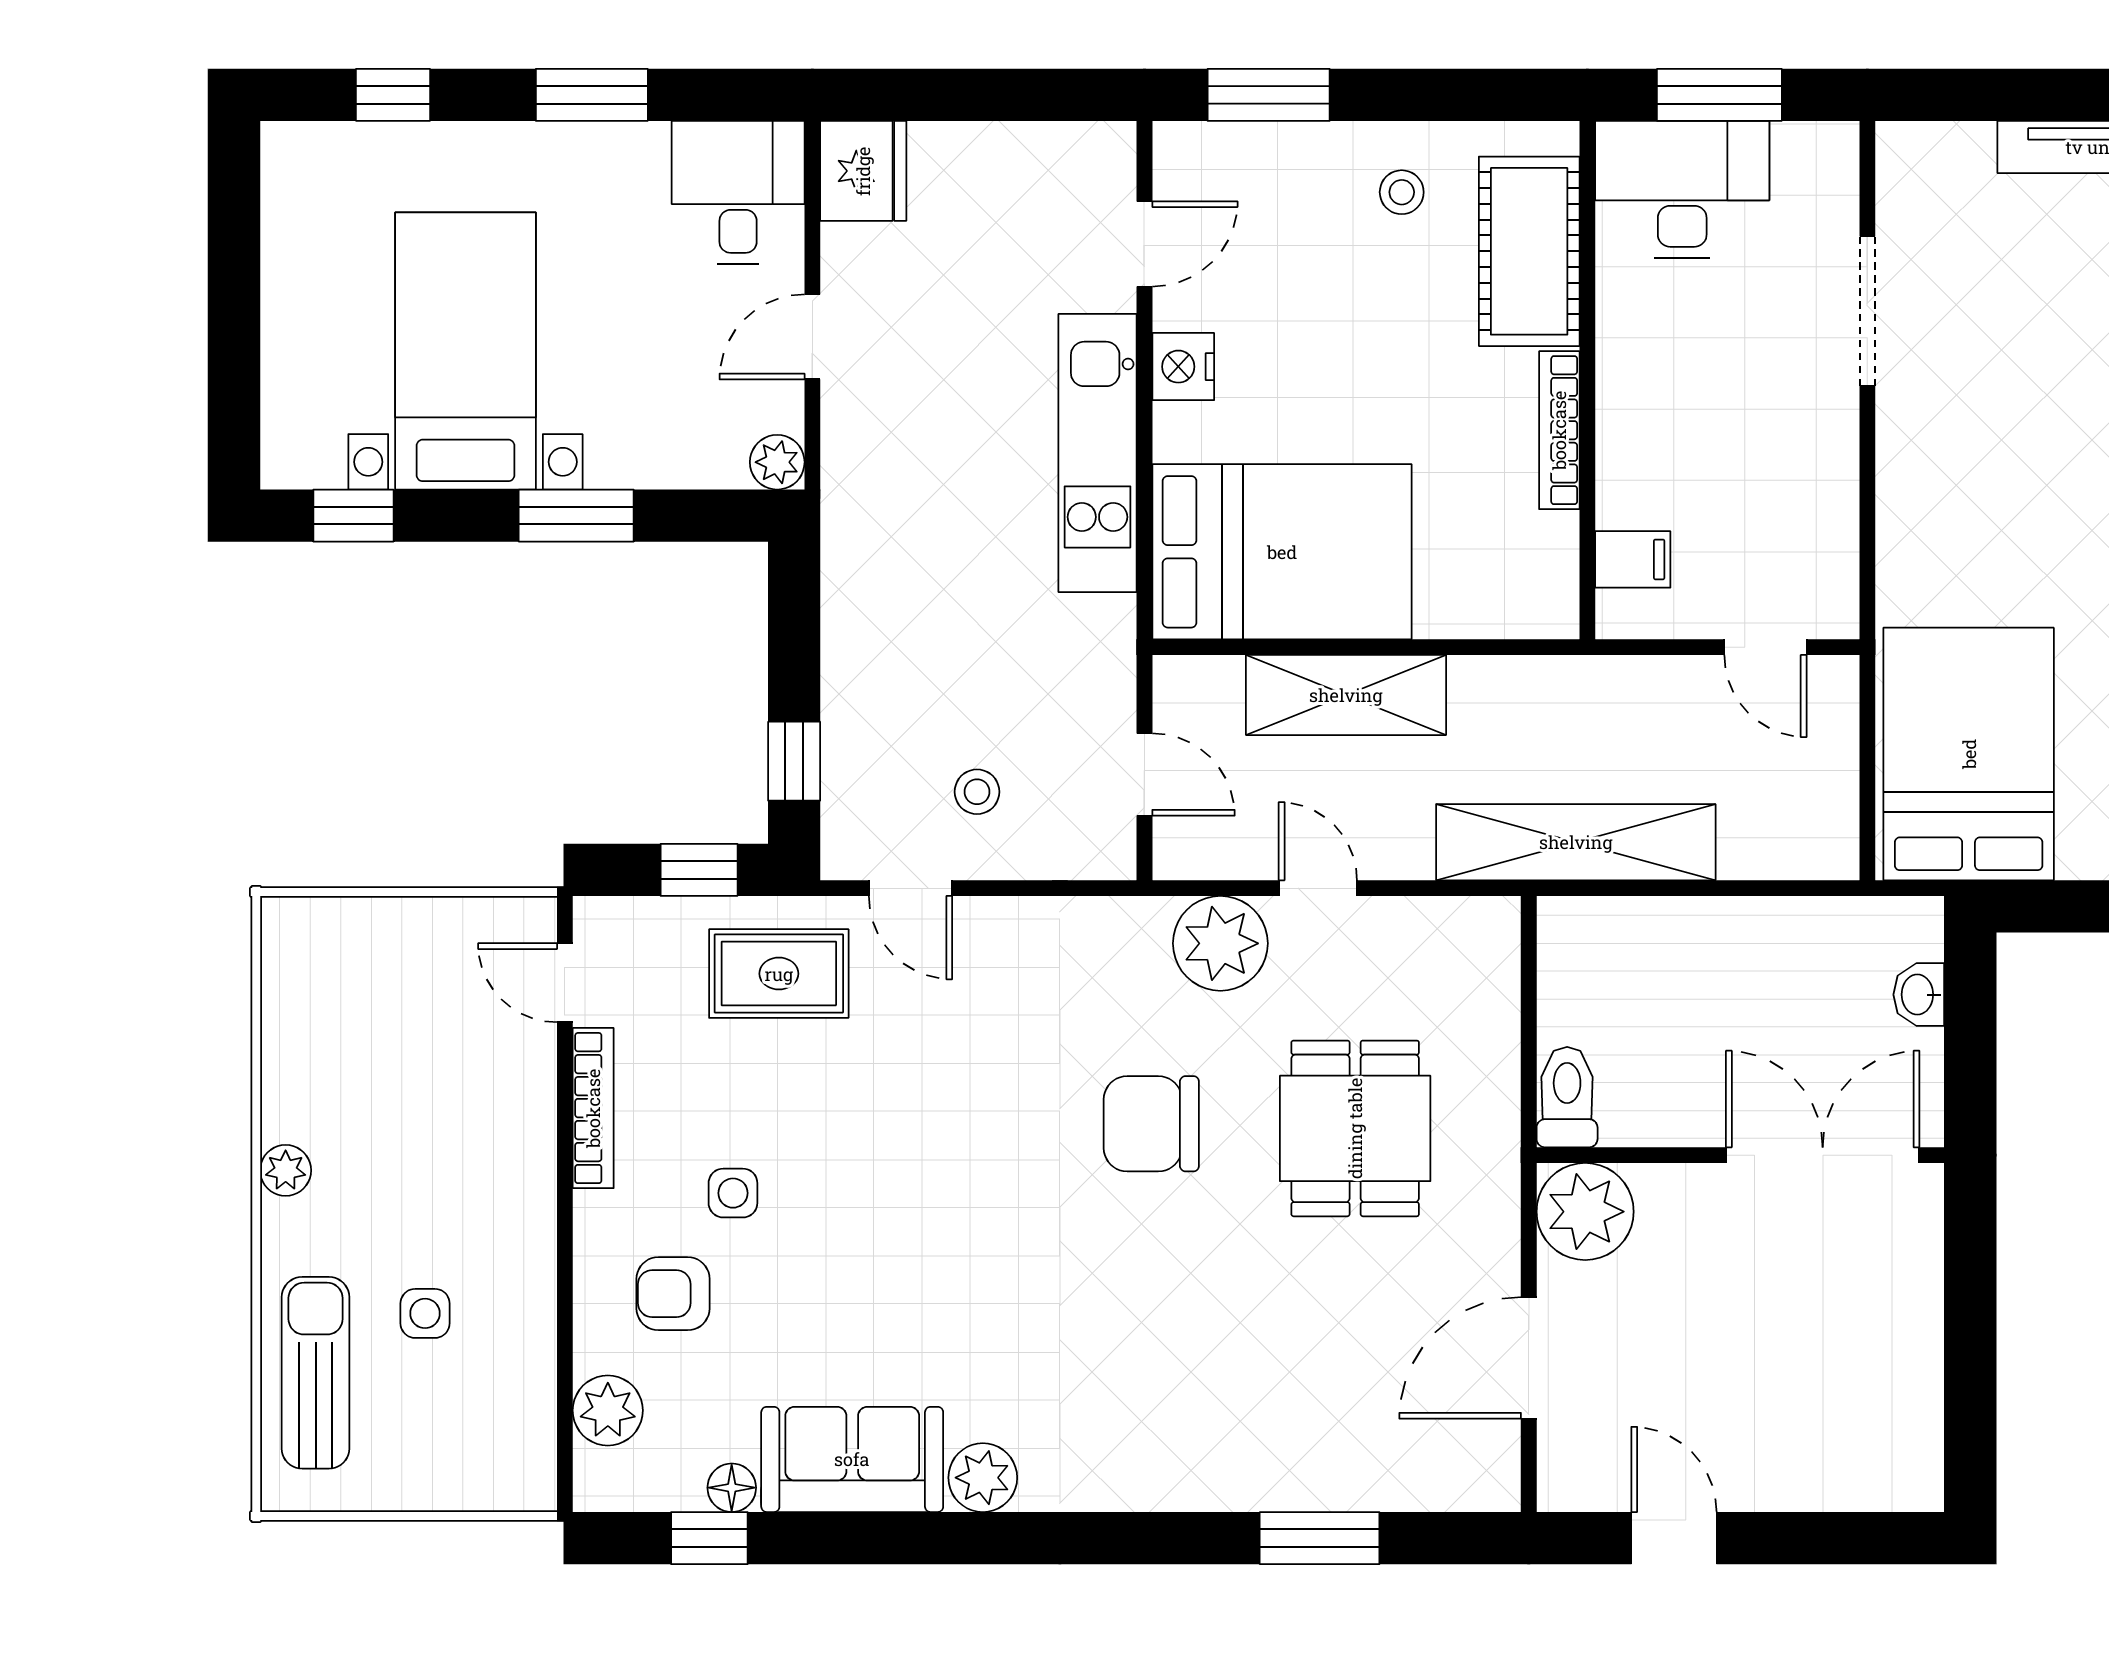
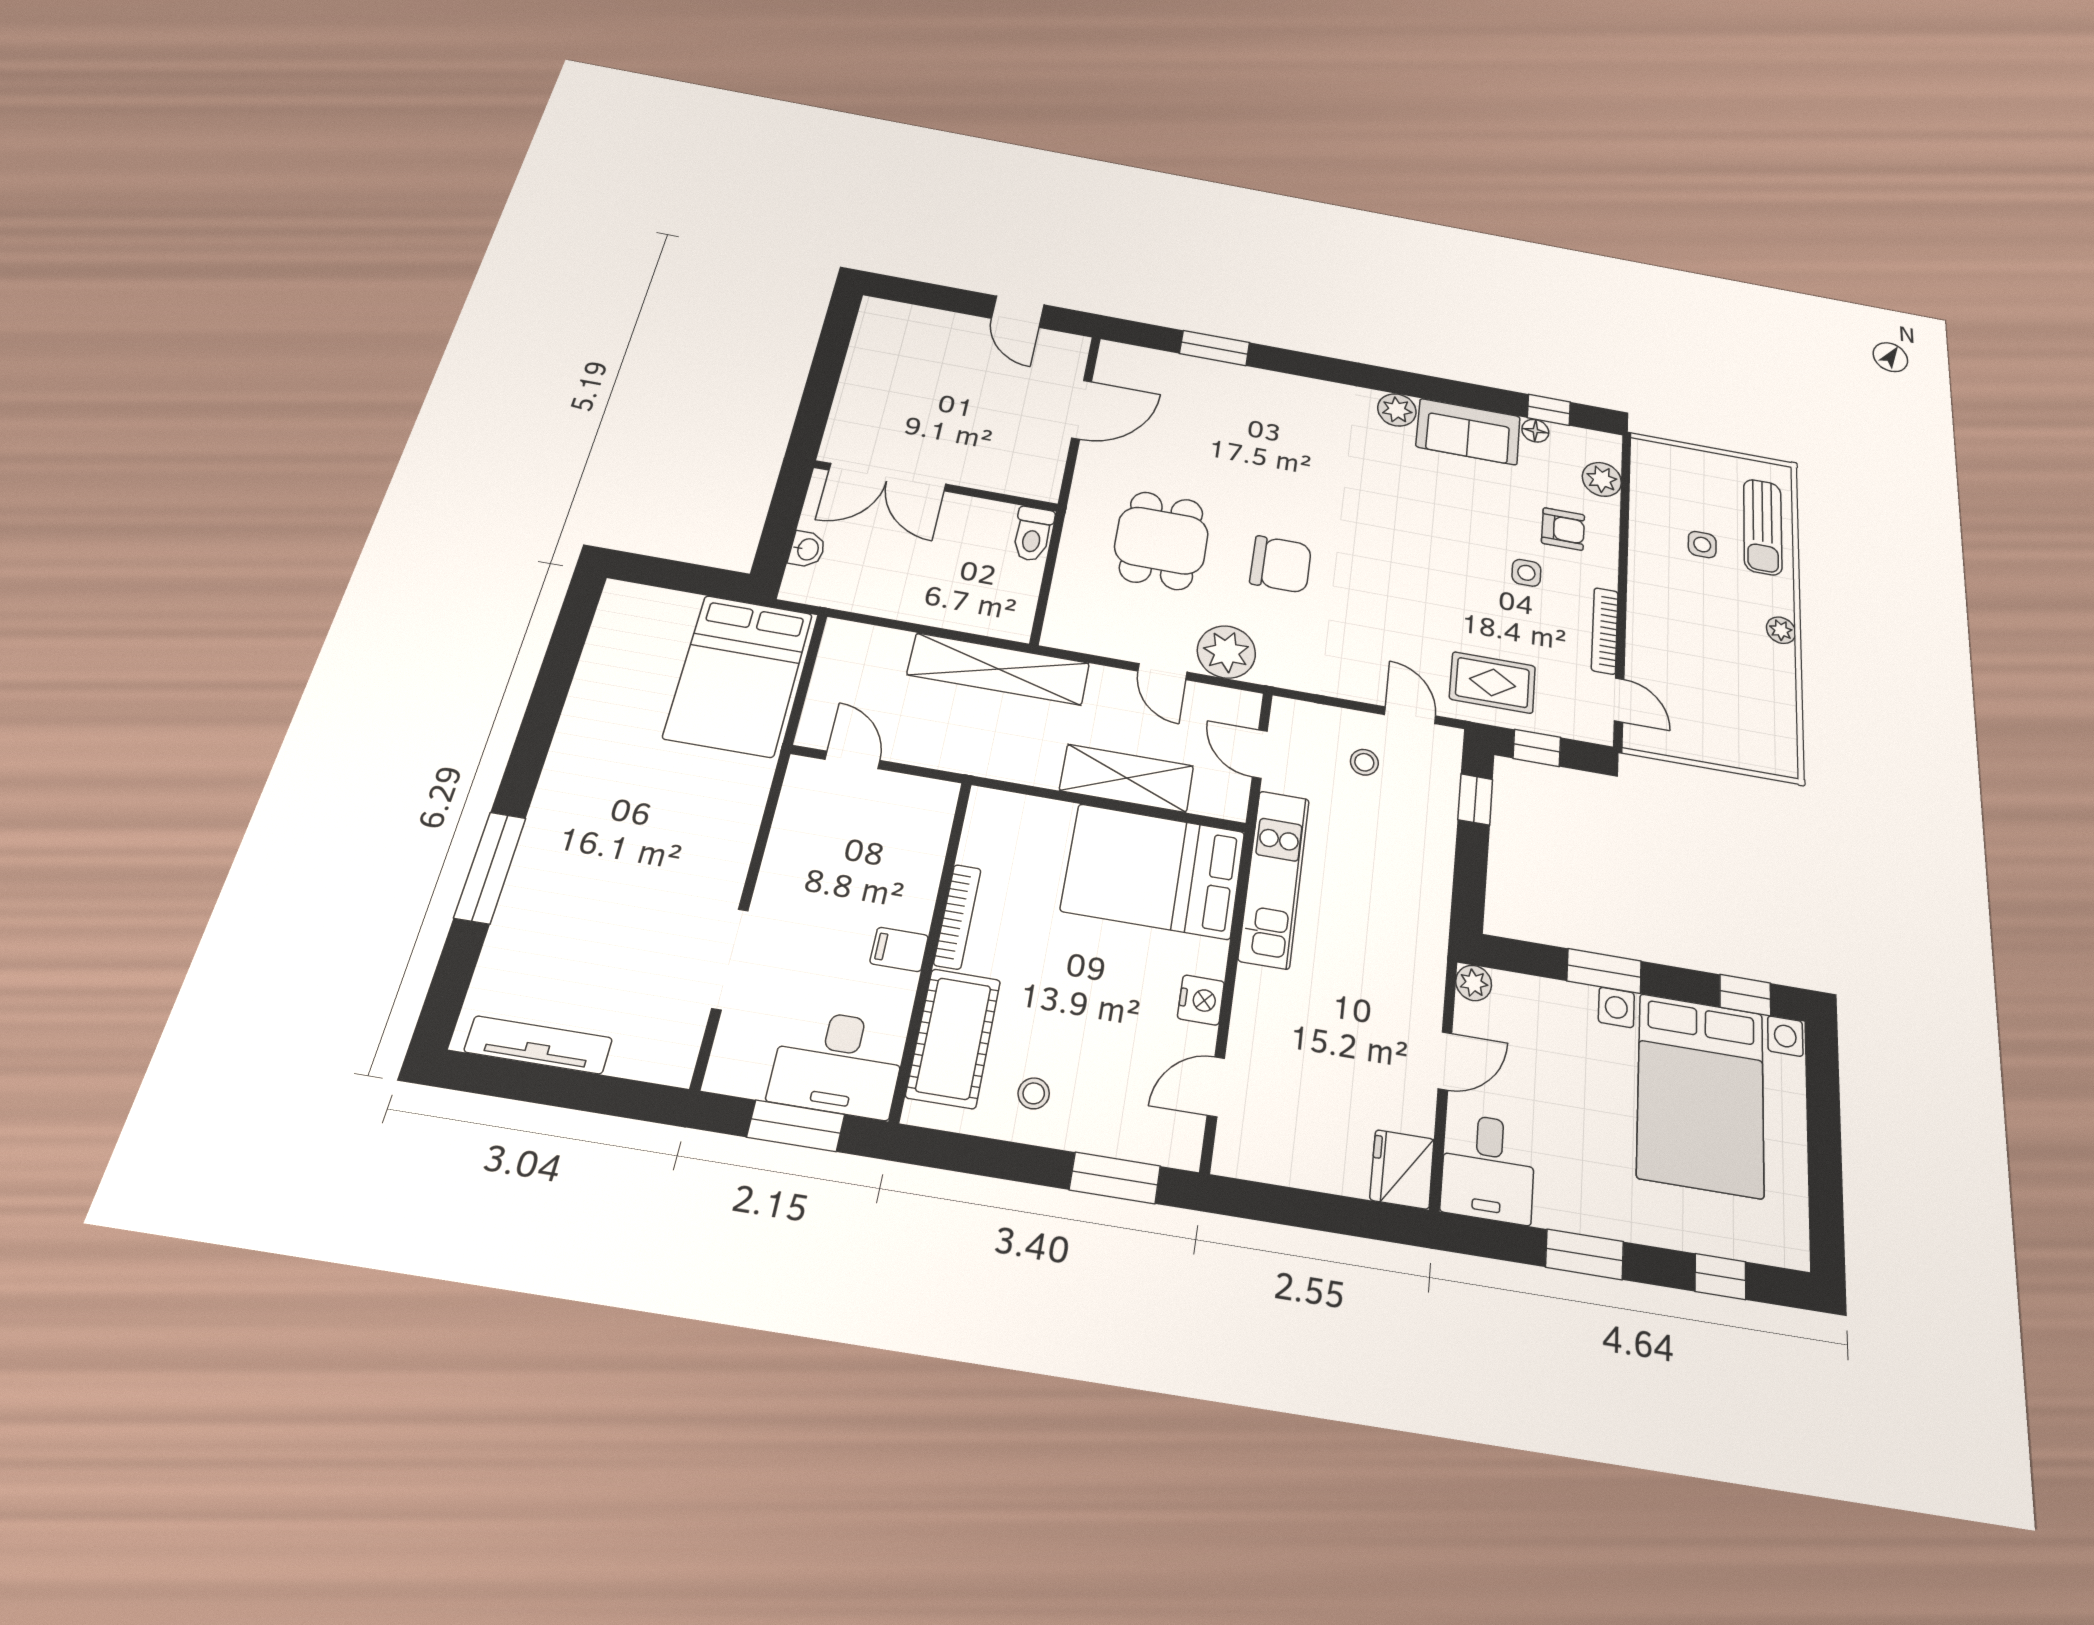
bed with nightstands: (465, 351) -> (1701, 1094), width x1.36
kitchen unit: (1097, 453) -> (1274, 878), moved
filing cabinet: (1633, 559) -> (899, 949), moved
plant: (1585, 1212) -> (1034, 474), removed

